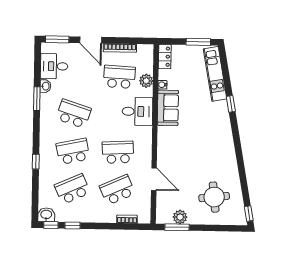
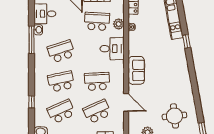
window: (37, 99) -> (32, 40), width x1.44
sofa: (168, 108) -> (136, 70), moved
school desk: (74, 114) -> (61, 51), turned -36
window: (36, 162) -> (32, 102), moved

